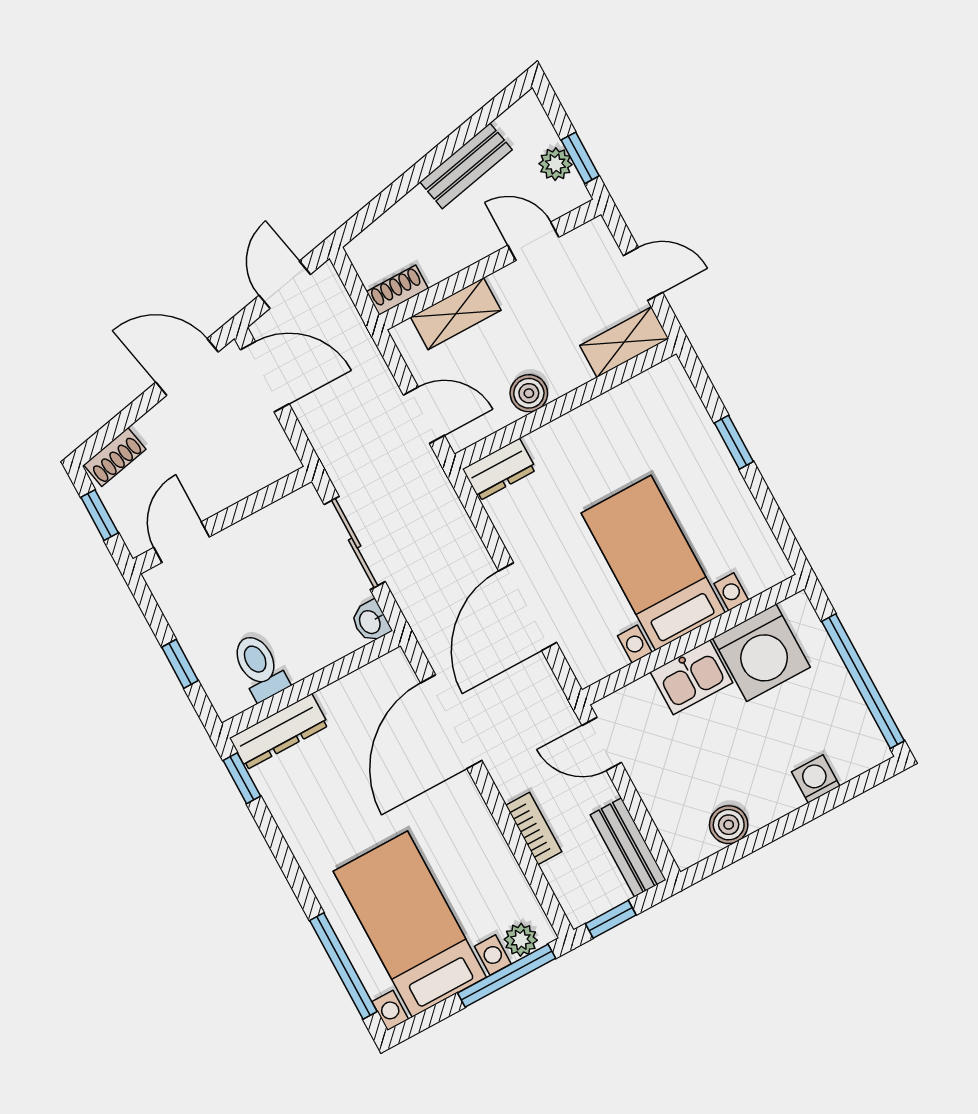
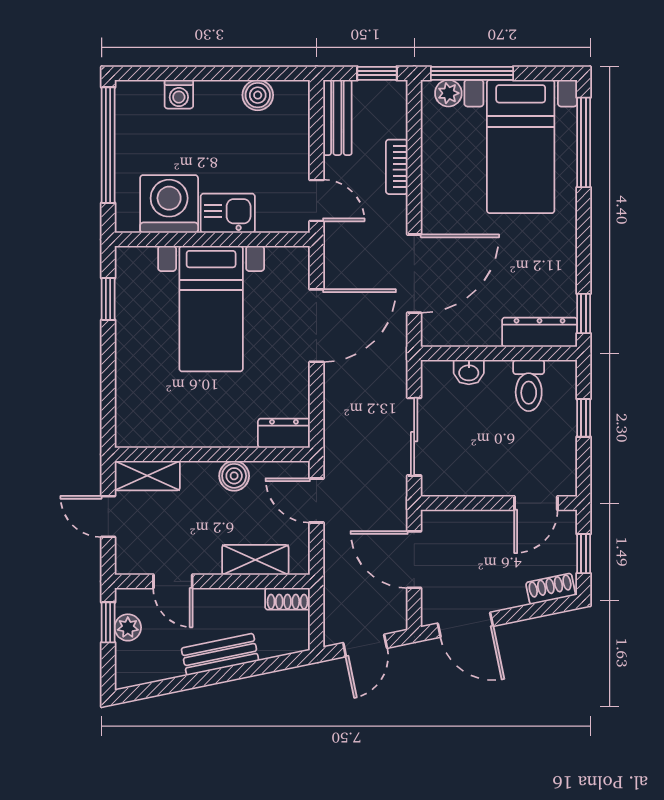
bench: (466, 166) -> (220, 654), moved
door: (265, 377) -> (414, 560), moved
window: (734, 442) -> (108, 299), moved
washbasin: (371, 622) -> (469, 372), moved, turned 90

